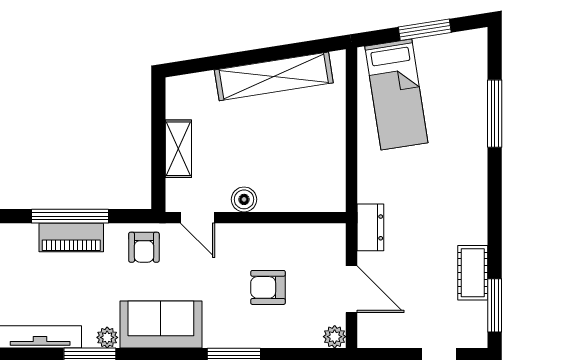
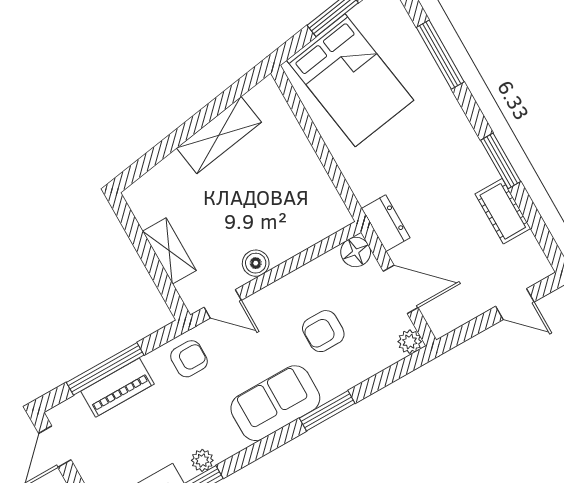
shelving: (274, 76) -> (219, 135), width x0.68
bed: (396, 94) -> (350, 80), width x1.50
floor lamp: (332, 237) -> (356, 252), added
armchair: (144, 247) -> (189, 359), turned -90
window: (495, 305) -> (501, 161), moved
sofa: (161, 324) -> (275, 403), moved

